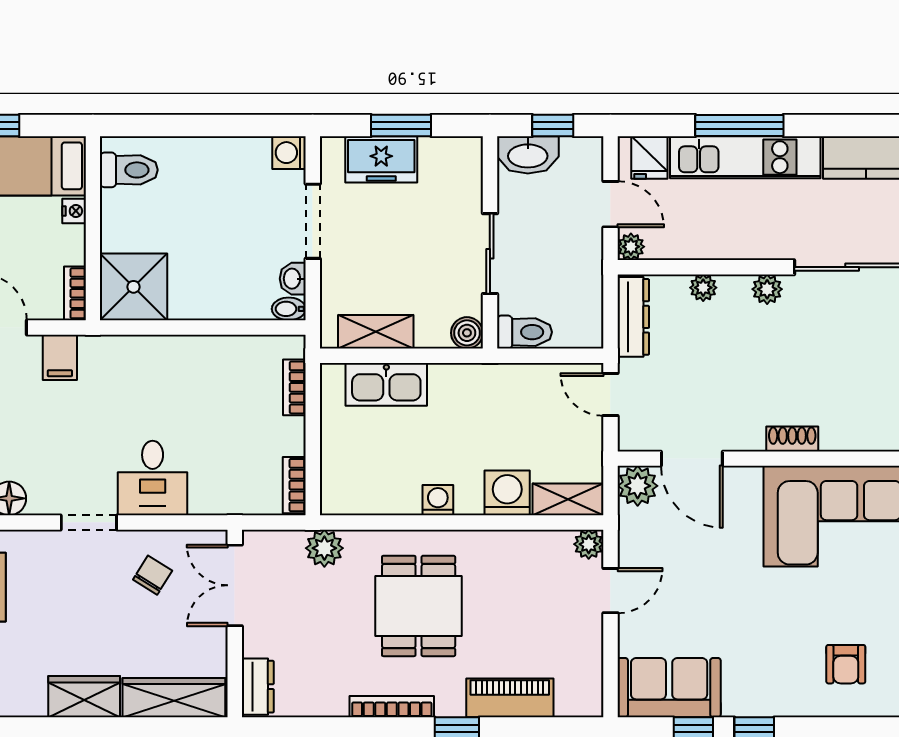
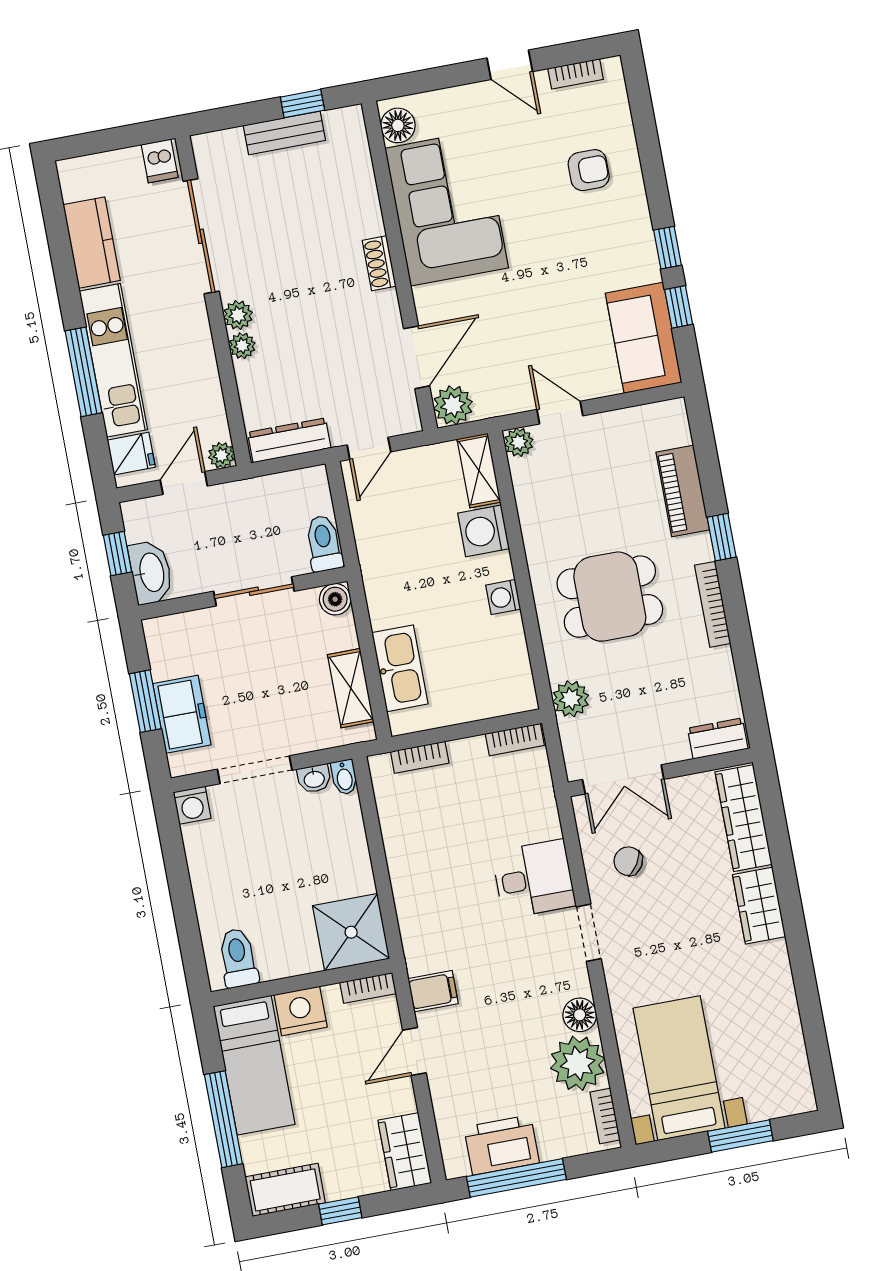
nightstand: (74, 211) -> (301, 1011), width x1.89, depth x1.79
plant: (703, 288) -> (242, 346), moved

